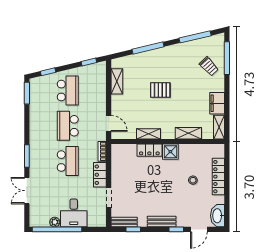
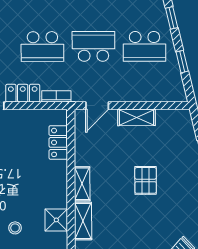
window: (89, 62) -> (182, 62), moved
shelving: (117, 81) -> (137, 117), moved
shelving: (149, 134) -> (82, 184), moved
locker: (149, 150) -> (58, 142), moved
shower: (170, 152) -> (56, 220), moved

